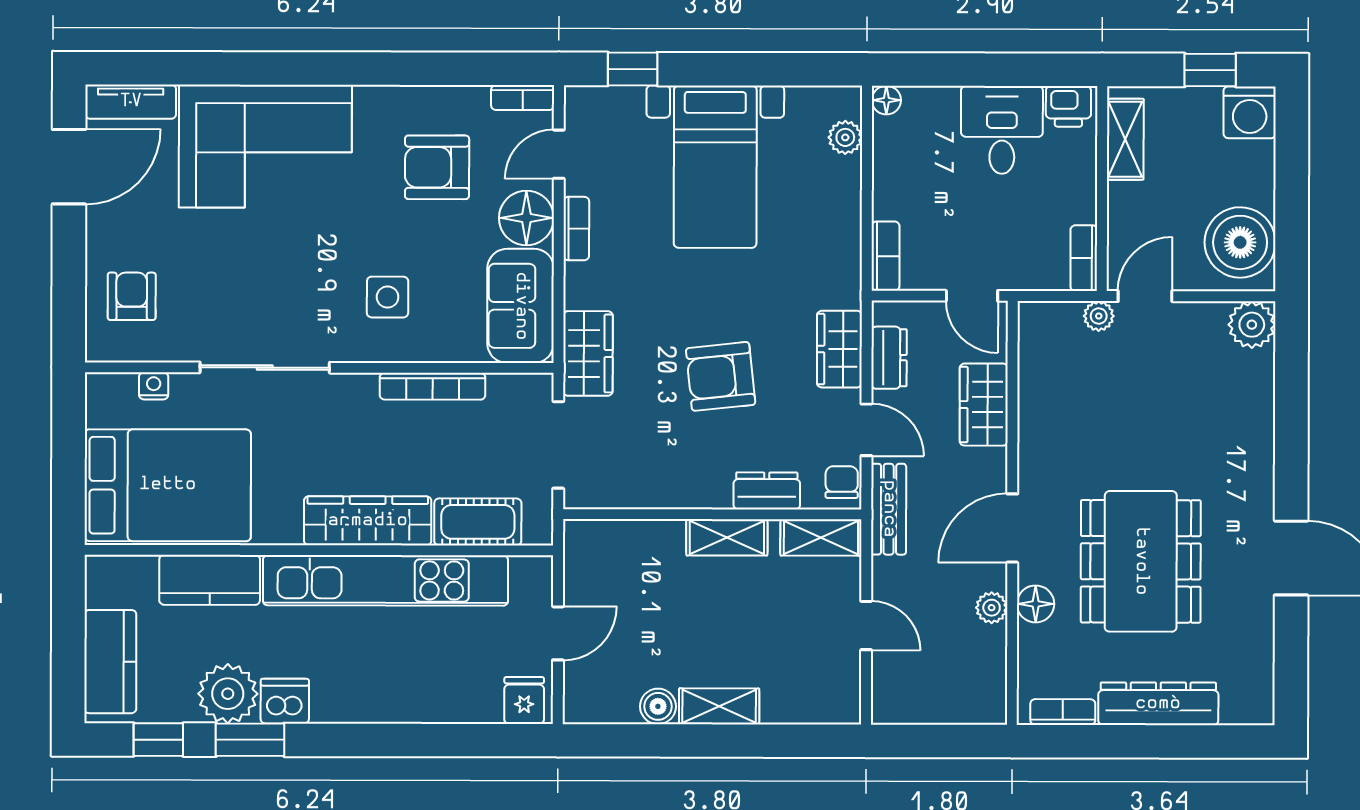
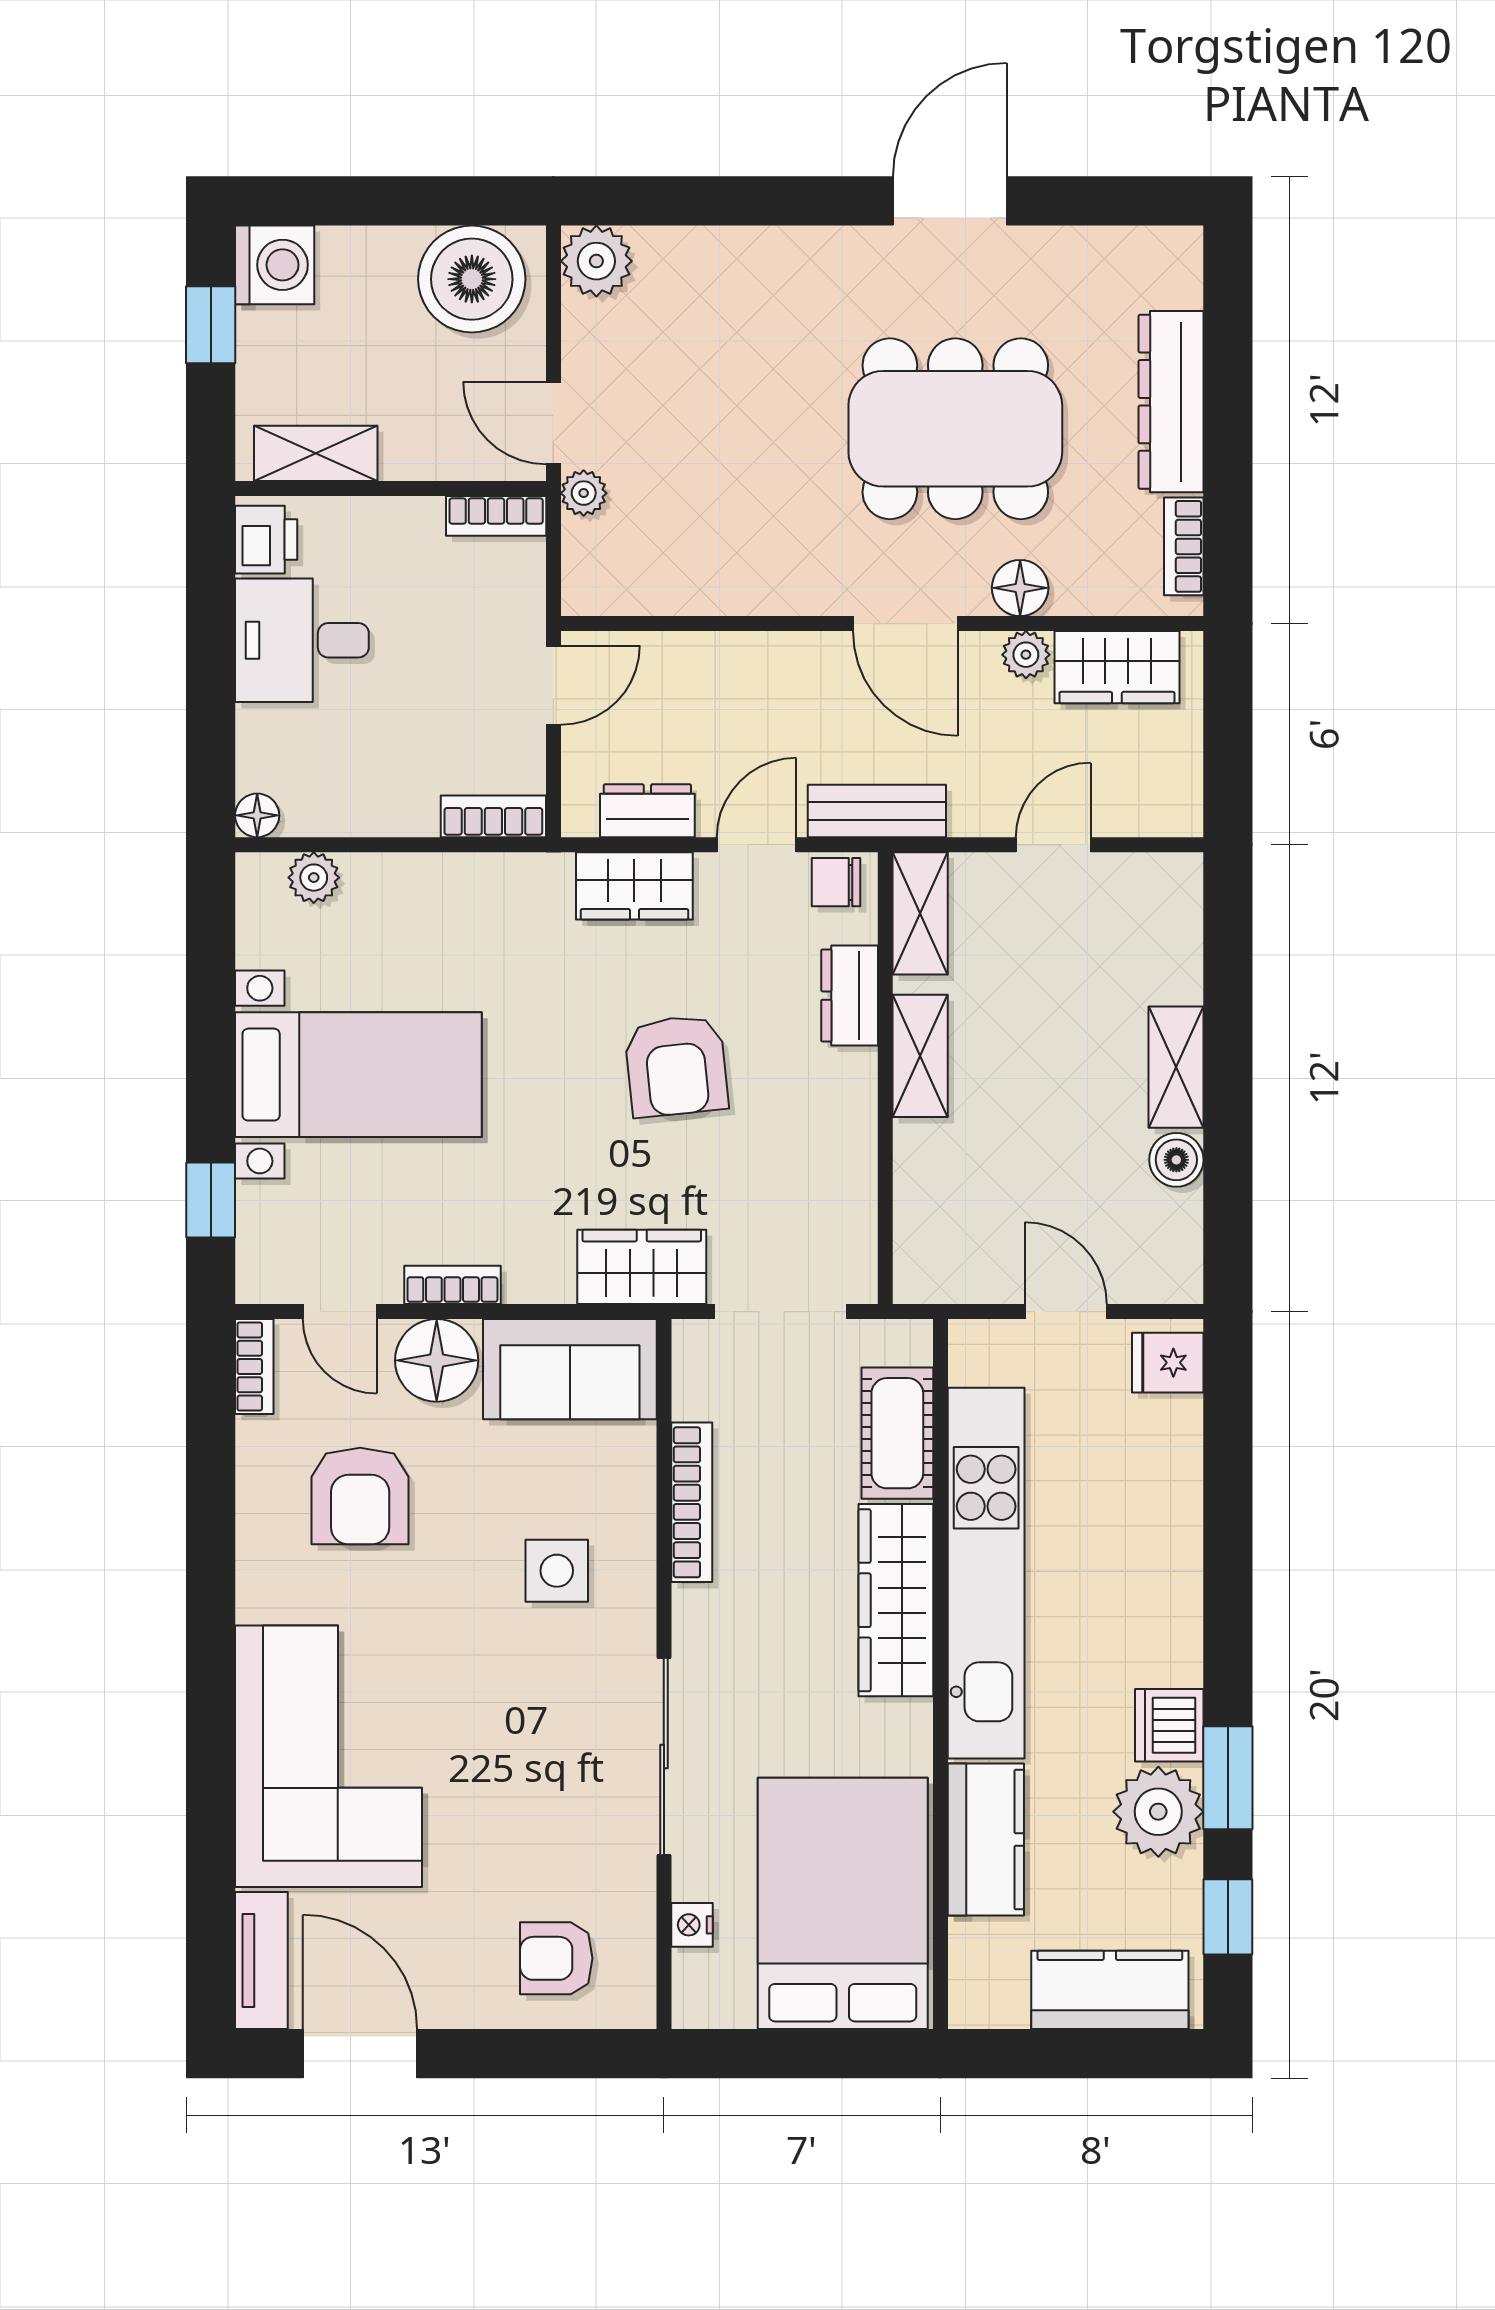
wardrobe: (984, 405) -> (1117, 667), moved

